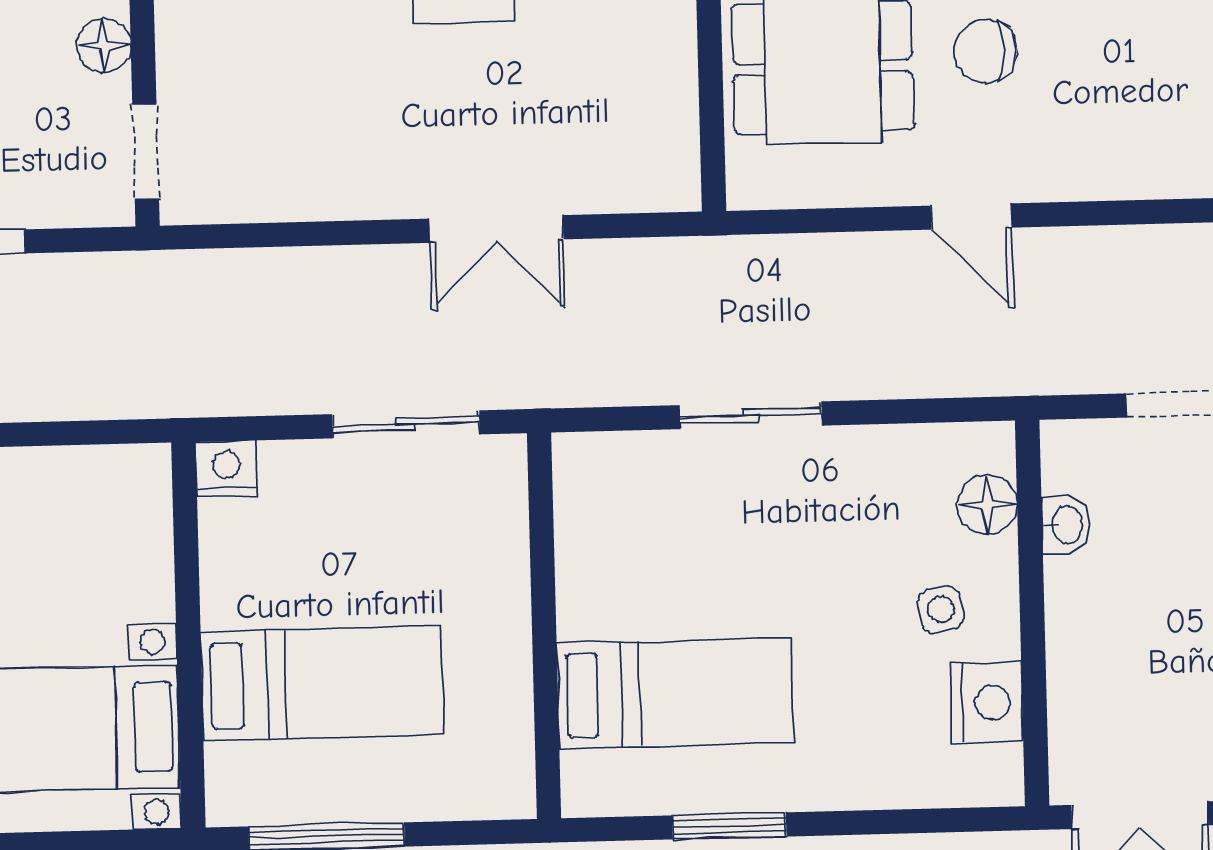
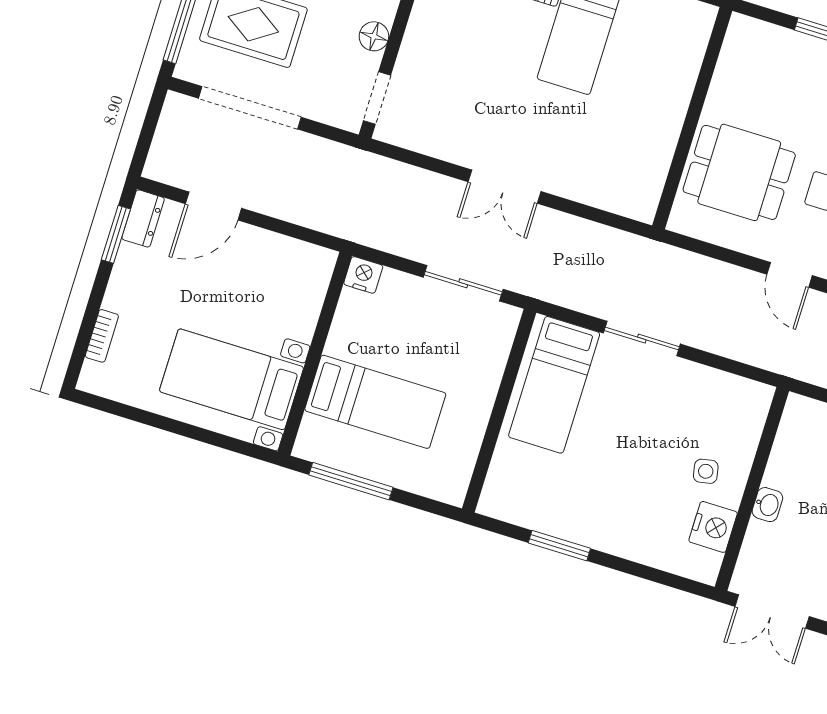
double door: (496, 229) -> (505, 187), moved
floor lamp: (987, 505) -> (748, 425), removed
washbasin: (1066, 525) -> (767, 505), moved
bed: (675, 693) -> (554, 385), moved, turned 90

